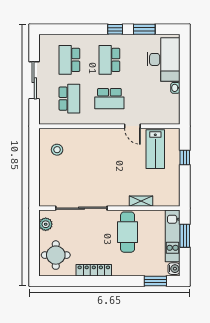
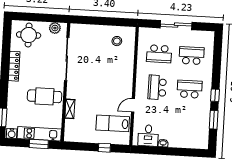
desk: (163, 59) -> (148, 135), moved, width x0.53, depth x0.77

